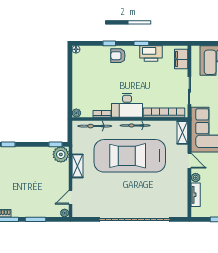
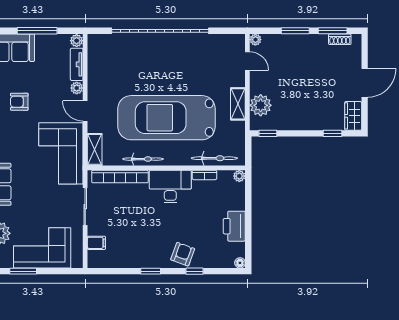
printer: (151, 53) -> (234, 226), moved, turned -90
armchair: (118, 56) -> (183, 254), turned -70
filing cabinet: (181, 59) -> (96, 243), width x0.50
bicycle: (135, 125) -> (143, 159), moved
plant: (61, 154) -> (261, 105), moved
car: (130, 156) -> (167, 118), turned 180
door: (70, 197) -> (247, 61), hinge flipped
plant: (196, 212) -> (77, 41), added

